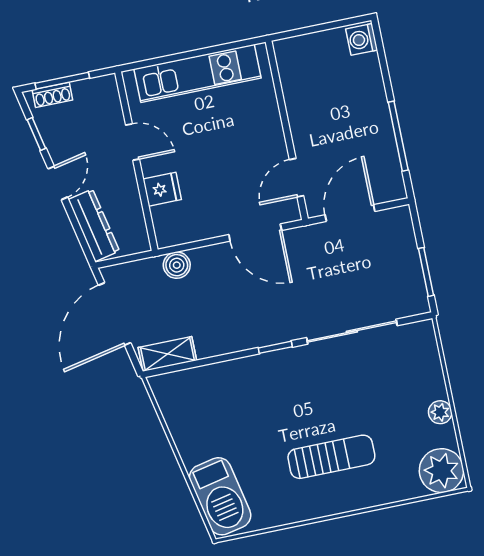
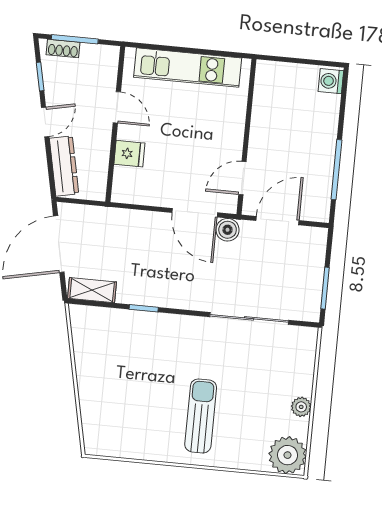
boiler: (177, 265) -> (228, 230), moved
window: (275, 347) -> (144, 308), moved
sun lounger: (331, 457) -> (201, 416), turned -90
barbecue: (220, 496) -> (99, 420), removed

